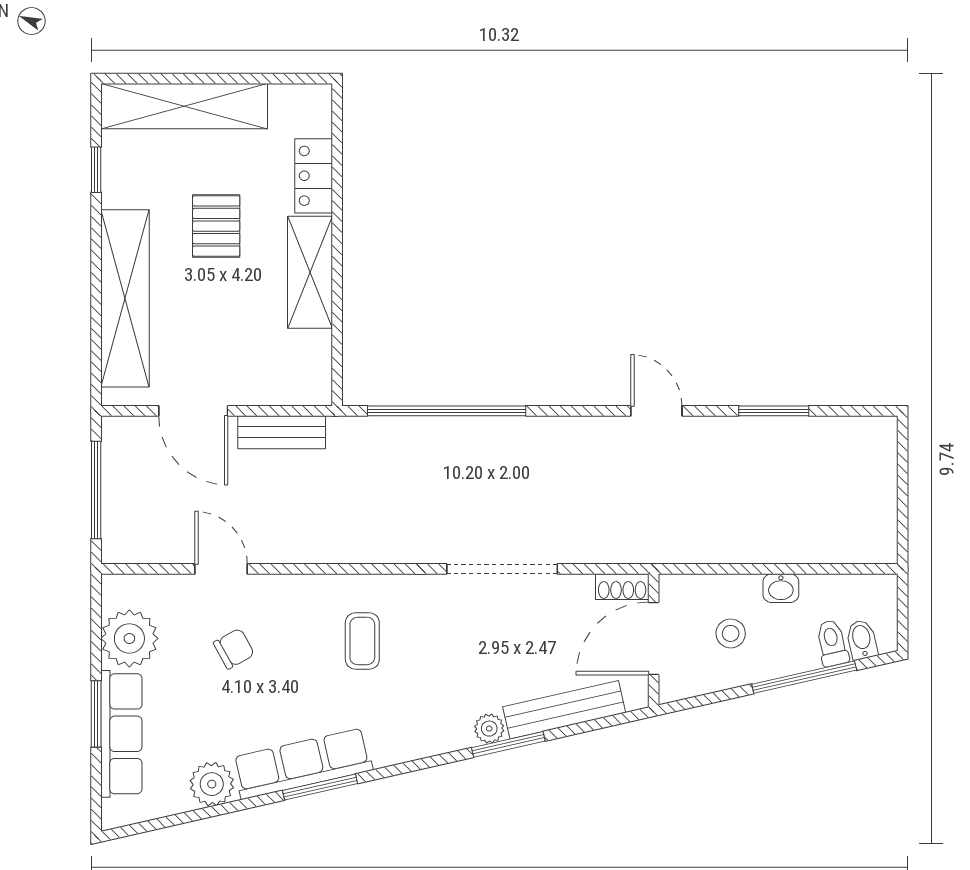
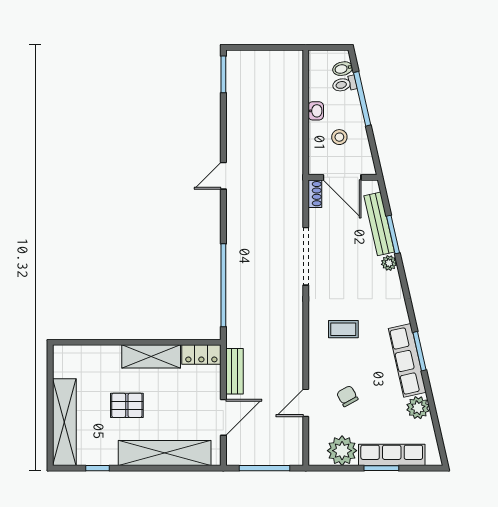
locker: (314, 176) -> (201, 355), moved
window: (774, 411) -> (223, 74), moved
window: (508, 744) -> (393, 234), moved

